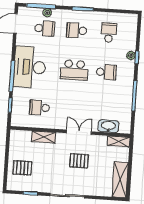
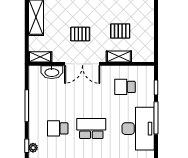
school desk: (40, 108) -> (125, 87), turned 180
double door: (79, 132) -> (82, 64), width x1.37
pallet: (22, 168) -> (120, 31), moved

